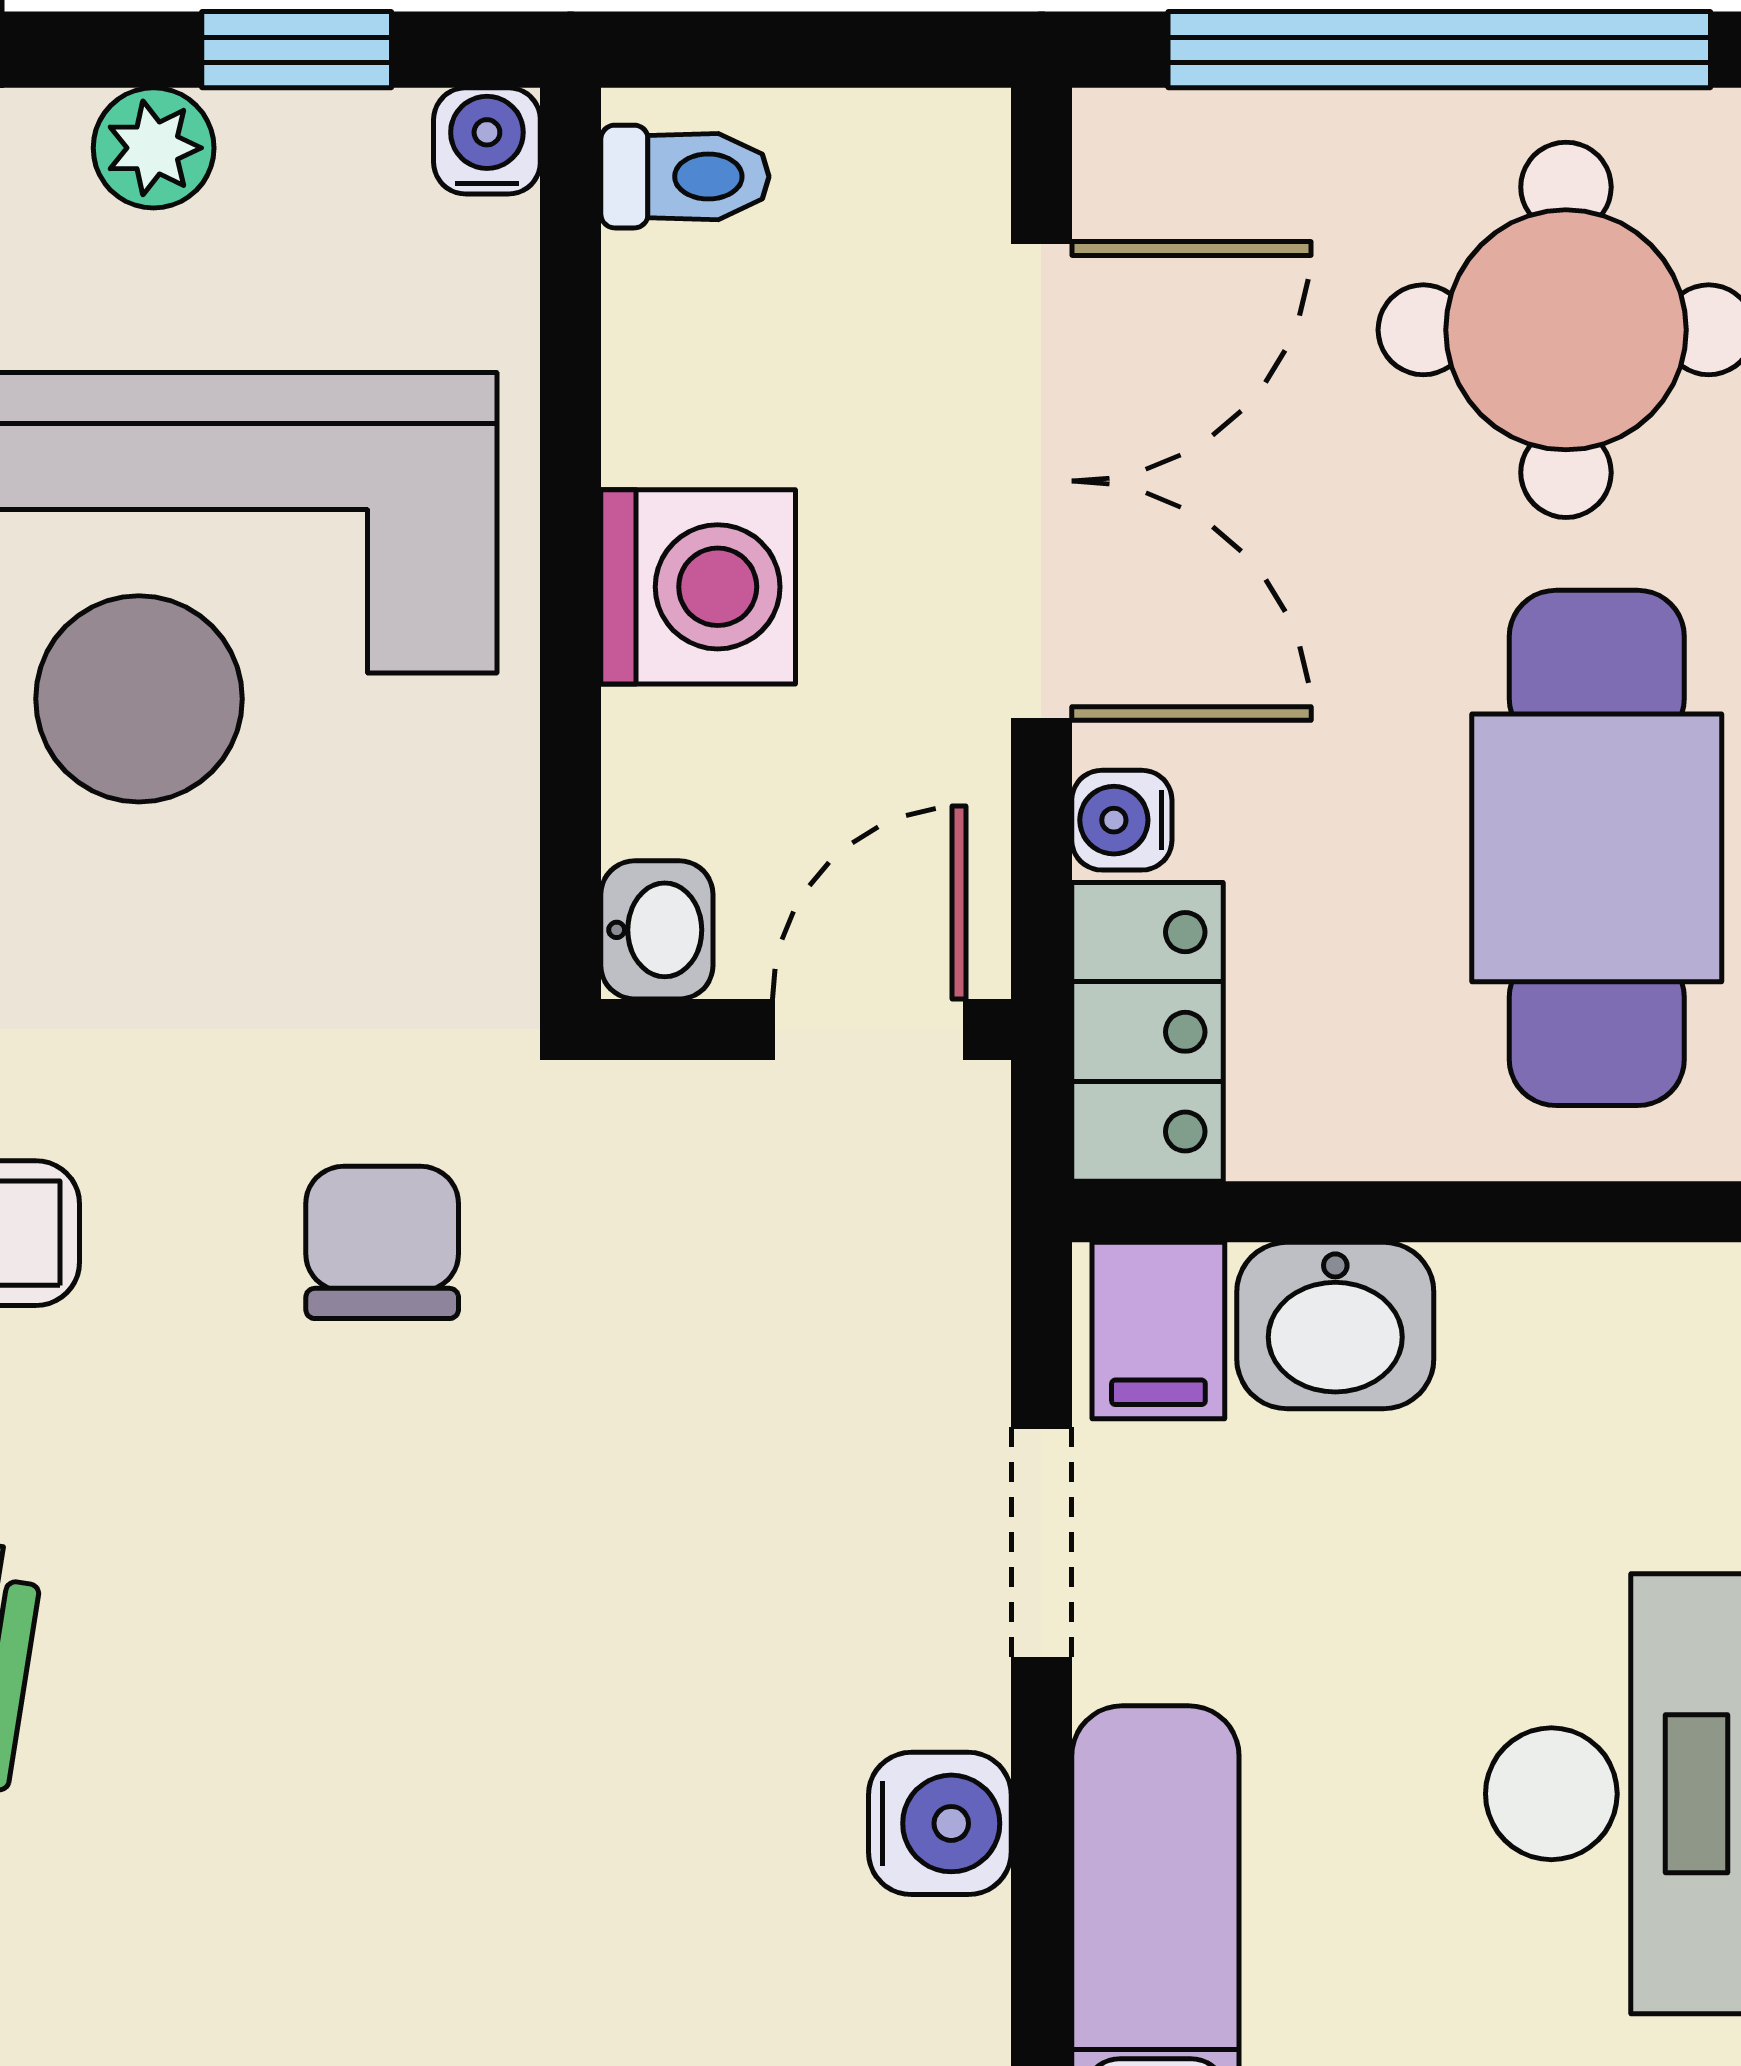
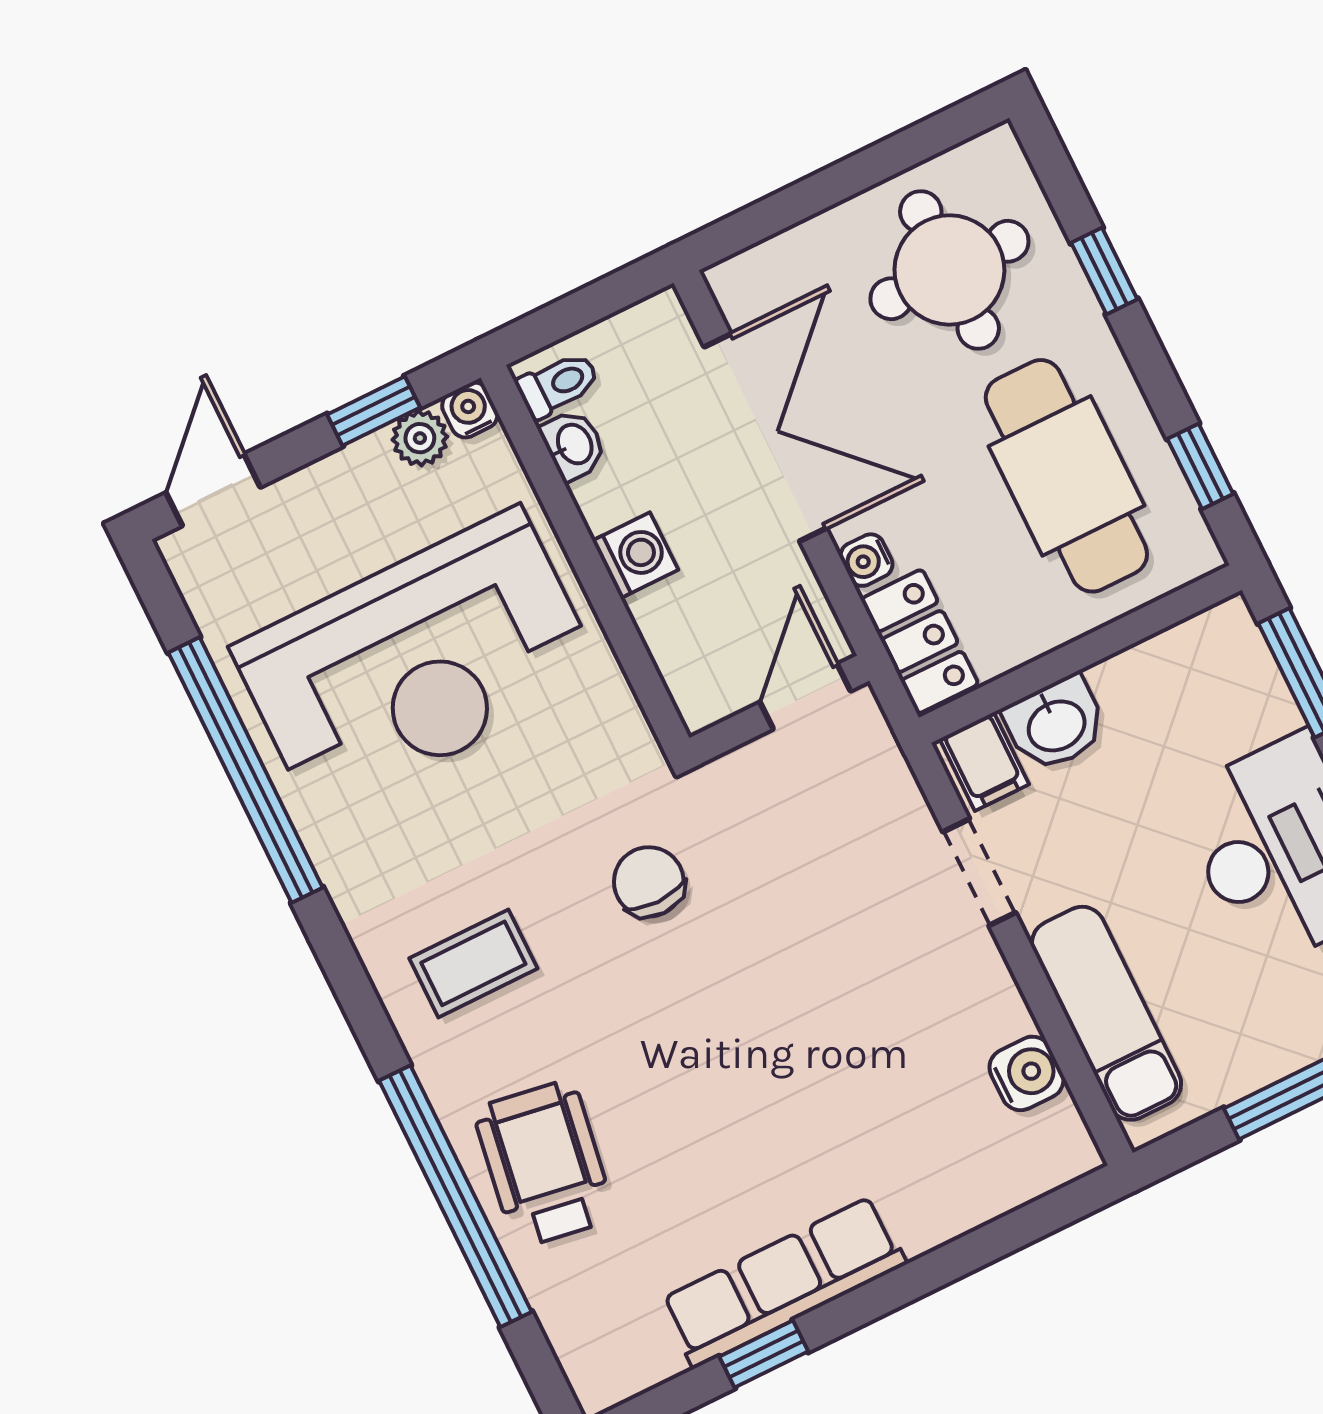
window: (1439, 50) -> (841, 181), removed
plant: (154, 148) -> (420, 438), moved
washing machine: (698, 587) -> (635, 555), width x0.73, depth x0.73
washbasin: (657, 930) -> (573, 445), moved
water cooler: (940, 1823) -> (1027, 1073), moved

